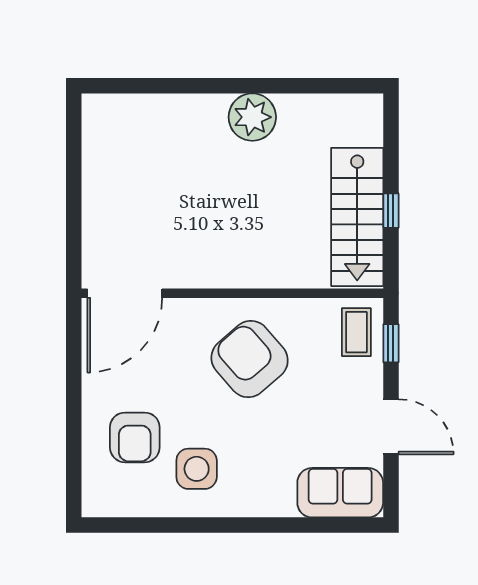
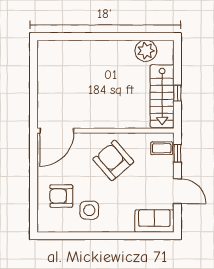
plant: (252, 117) -> (146, 51), moved
coffee table: (356, 332) -> (162, 148), turned 90
armchair: (135, 437) -> (61, 196), turned 90

